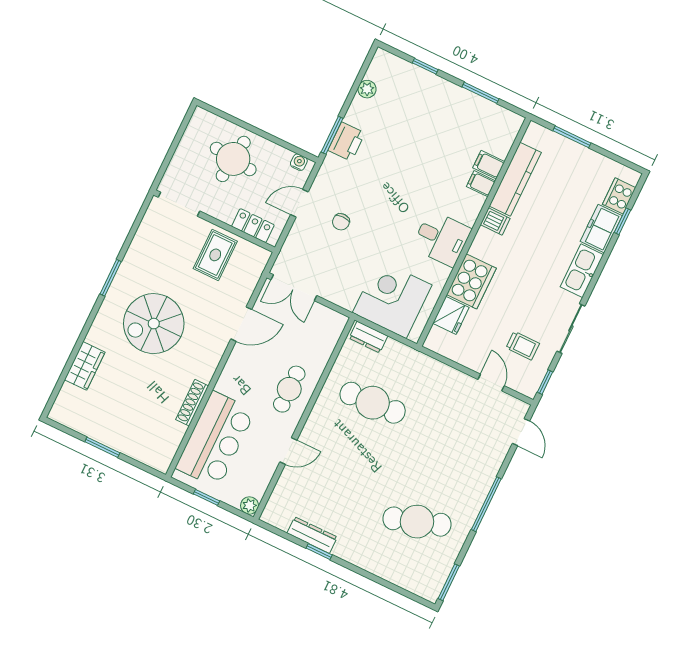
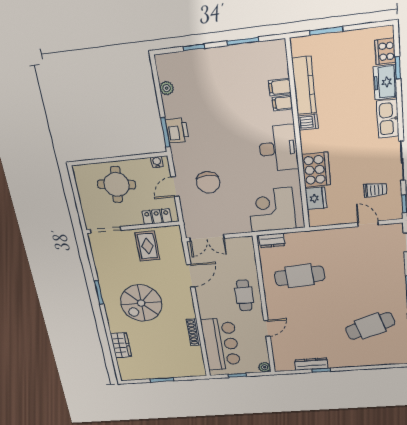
chair: (341, 222) -> (208, 182), width x1.87, depth x1.87
desk: (442, 238) -> (278, 148), width x1.37

